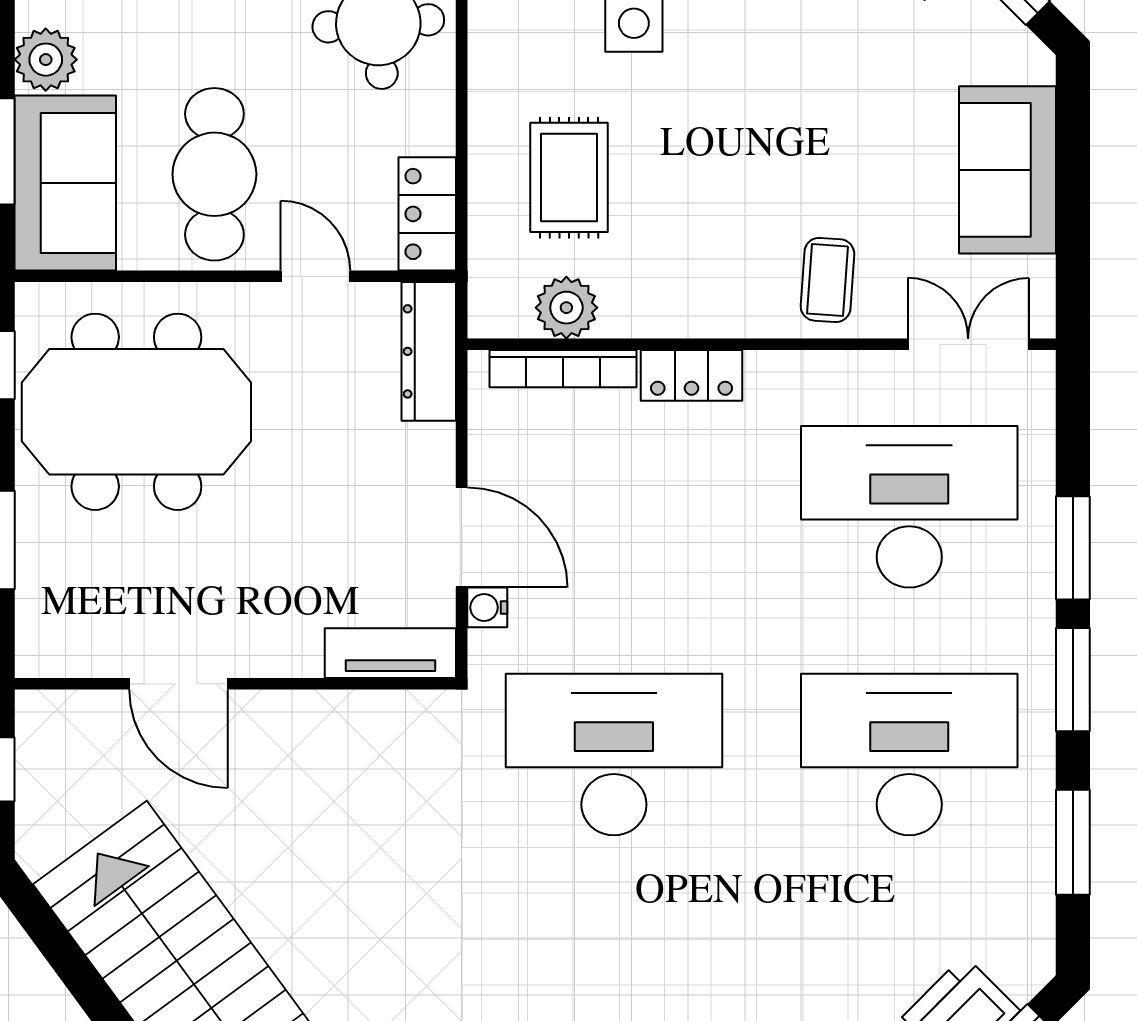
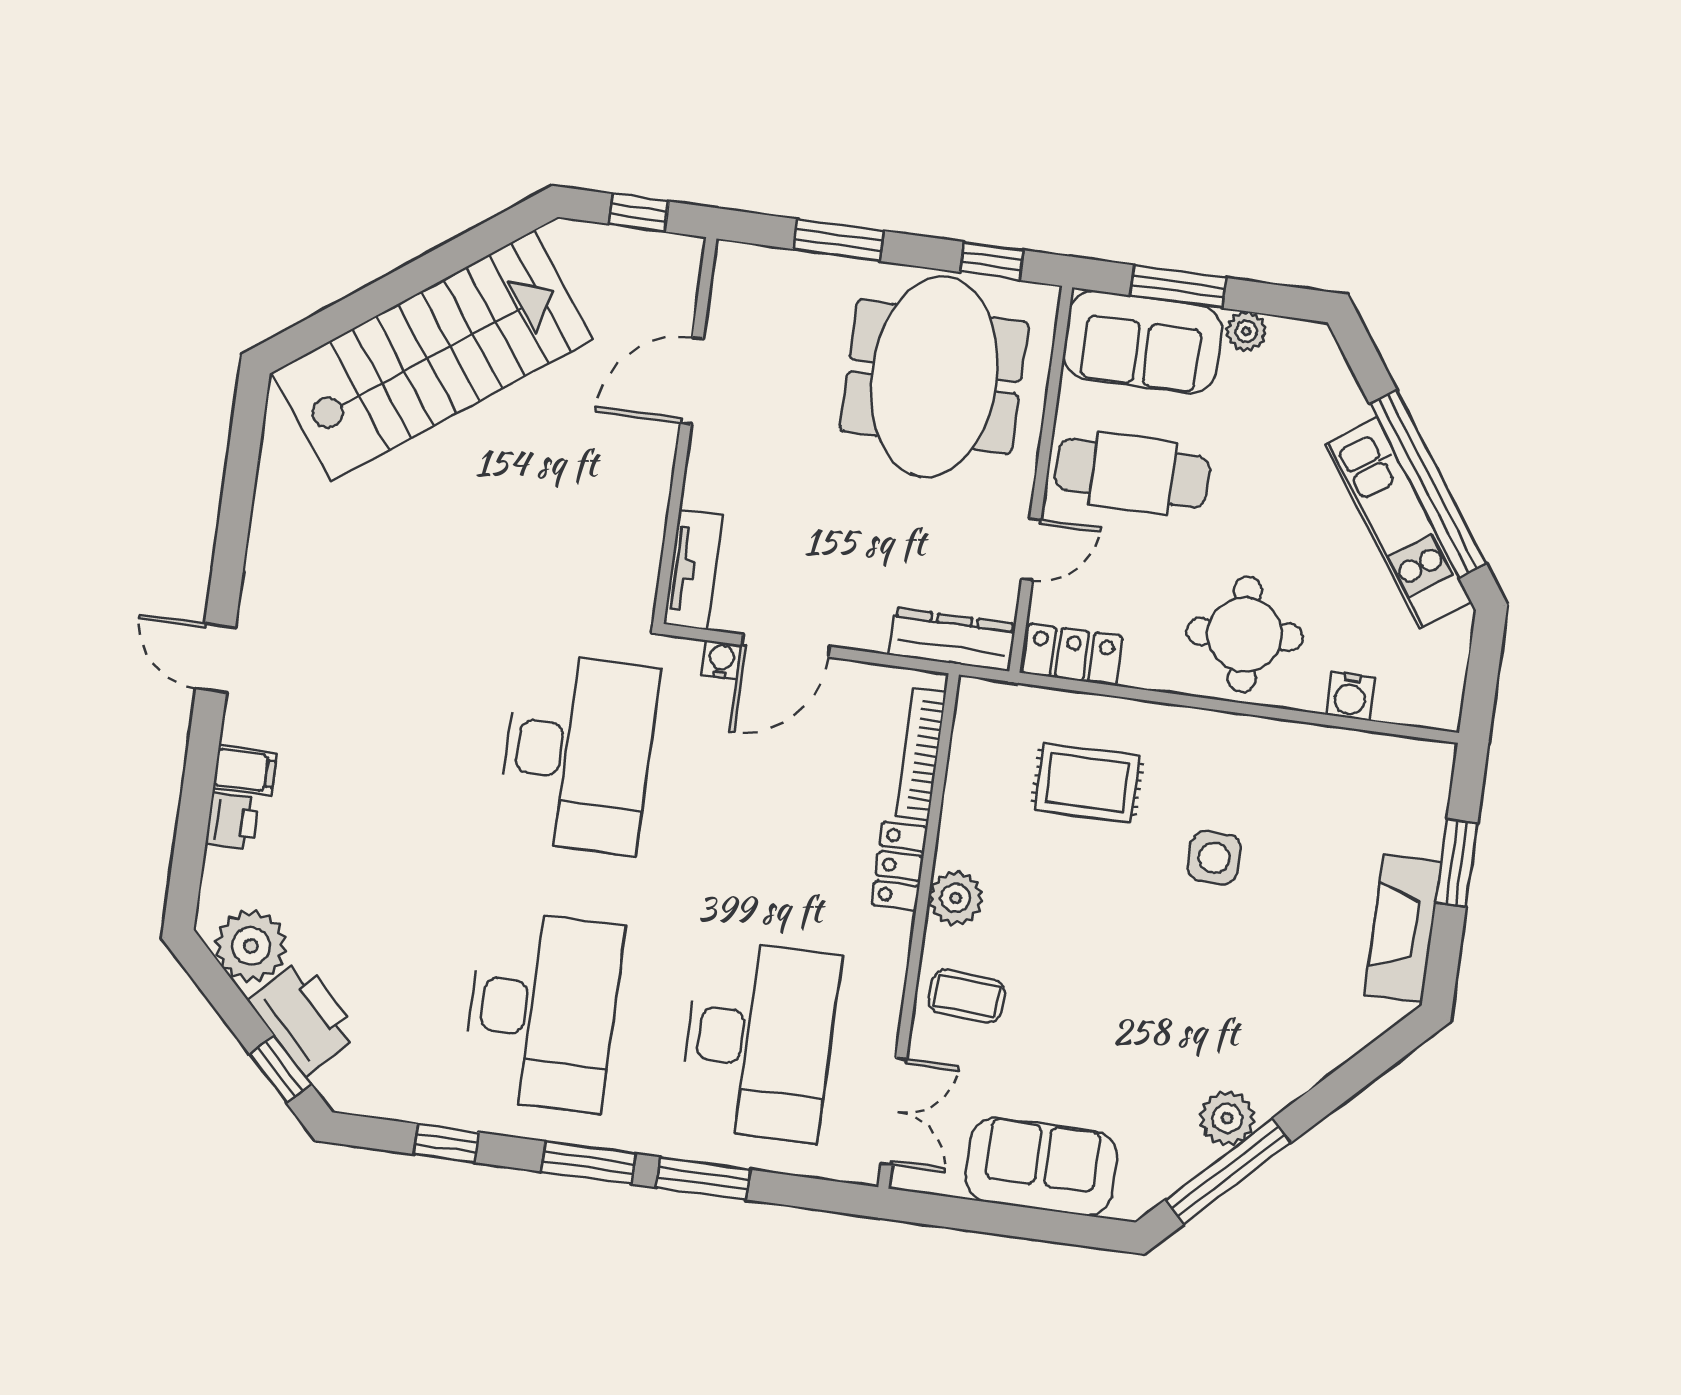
plant: (46, 60) -> (1246, 331), width x0.73, depth x0.73
plant: (566, 308) -> (956, 898), moved
window: (1073, 842) -> (446, 1143), width x0.67

